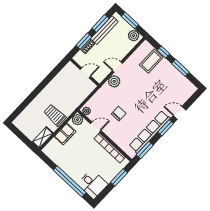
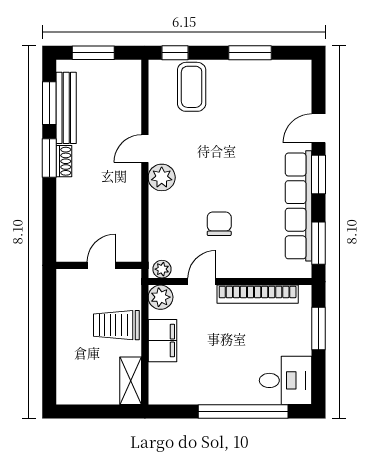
plant: (134, 36) -> (123, 72), removed
window: (164, 52) -> (175, 53), moved
wall: (85, 72) -> (99, 265), moved
door: (85, 73) -> (101, 265), moved

